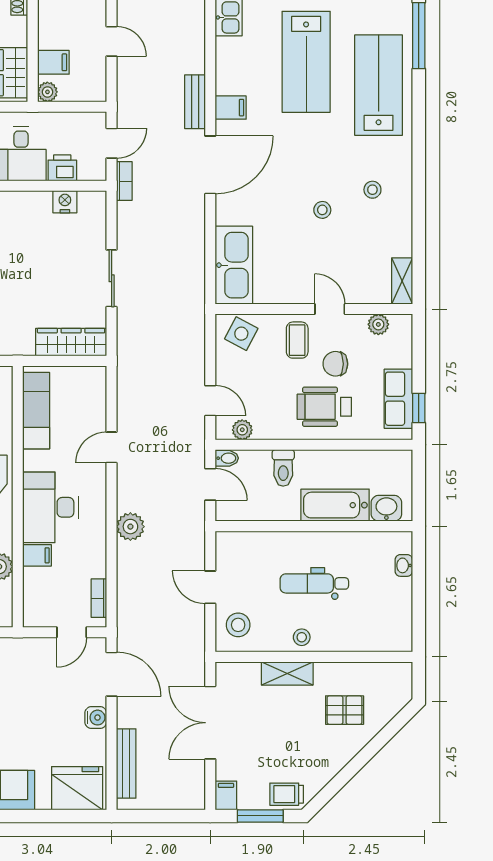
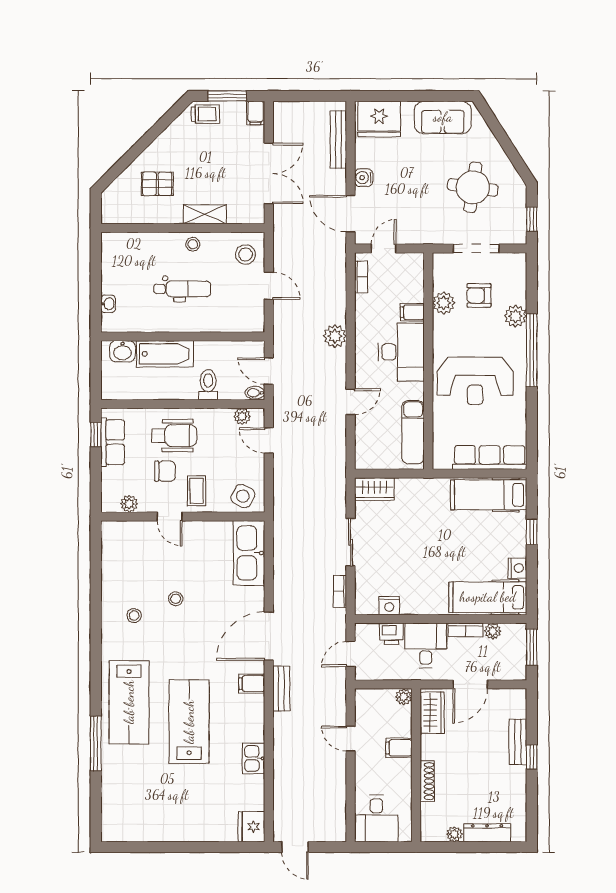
filing cabinet: (53, 62) -> (399, 748), moved
bookcase: (124, 181) -> (340, 591), moved
shelving: (402, 281) -> (109, 540), removed
wardrobe: (71, 342) -> (374, 489), width x0.67

